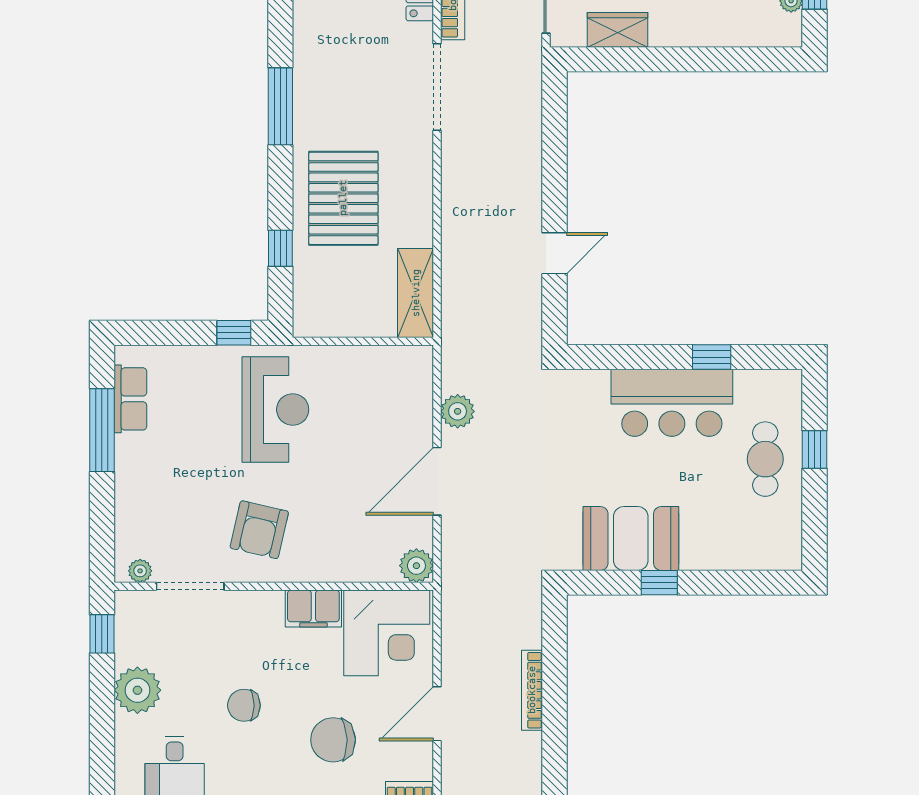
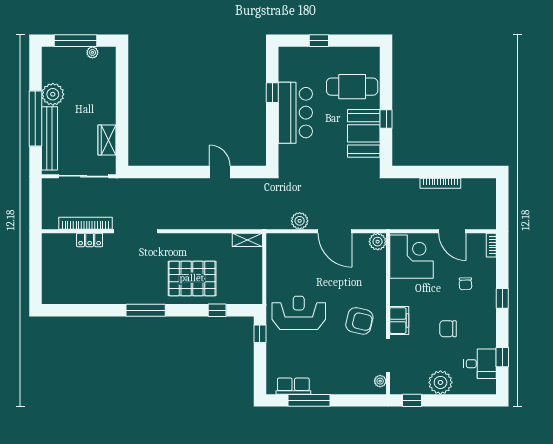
shelving: (416, 293) -> (247, 240), width x0.67, depth x0.75
cafe table: (765, 459) -> (352, 87), moved, width x1.37, depth x1.35
filing cabinet: (313, 609) -> (399, 321), moved
chair: (244, 705) -> (448, 329), turned 90
chair: (333, 740) -> (465, 284), width x0.54, depth x0.54

